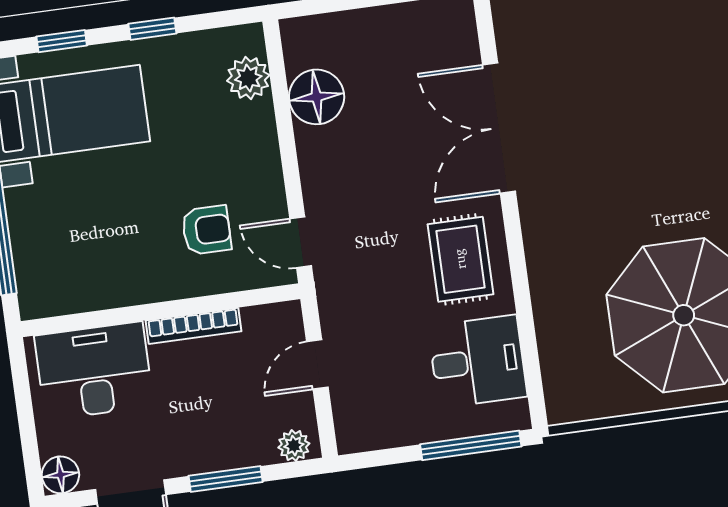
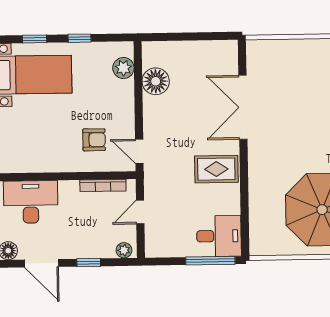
rug: (460, 259) -> (216, 169), turned 90
bookcase: (193, 326) -> (103, 185), moved
desk: (478, 361) -> (219, 236), moved
window: (226, 479) -> (89, 263), width x0.67

